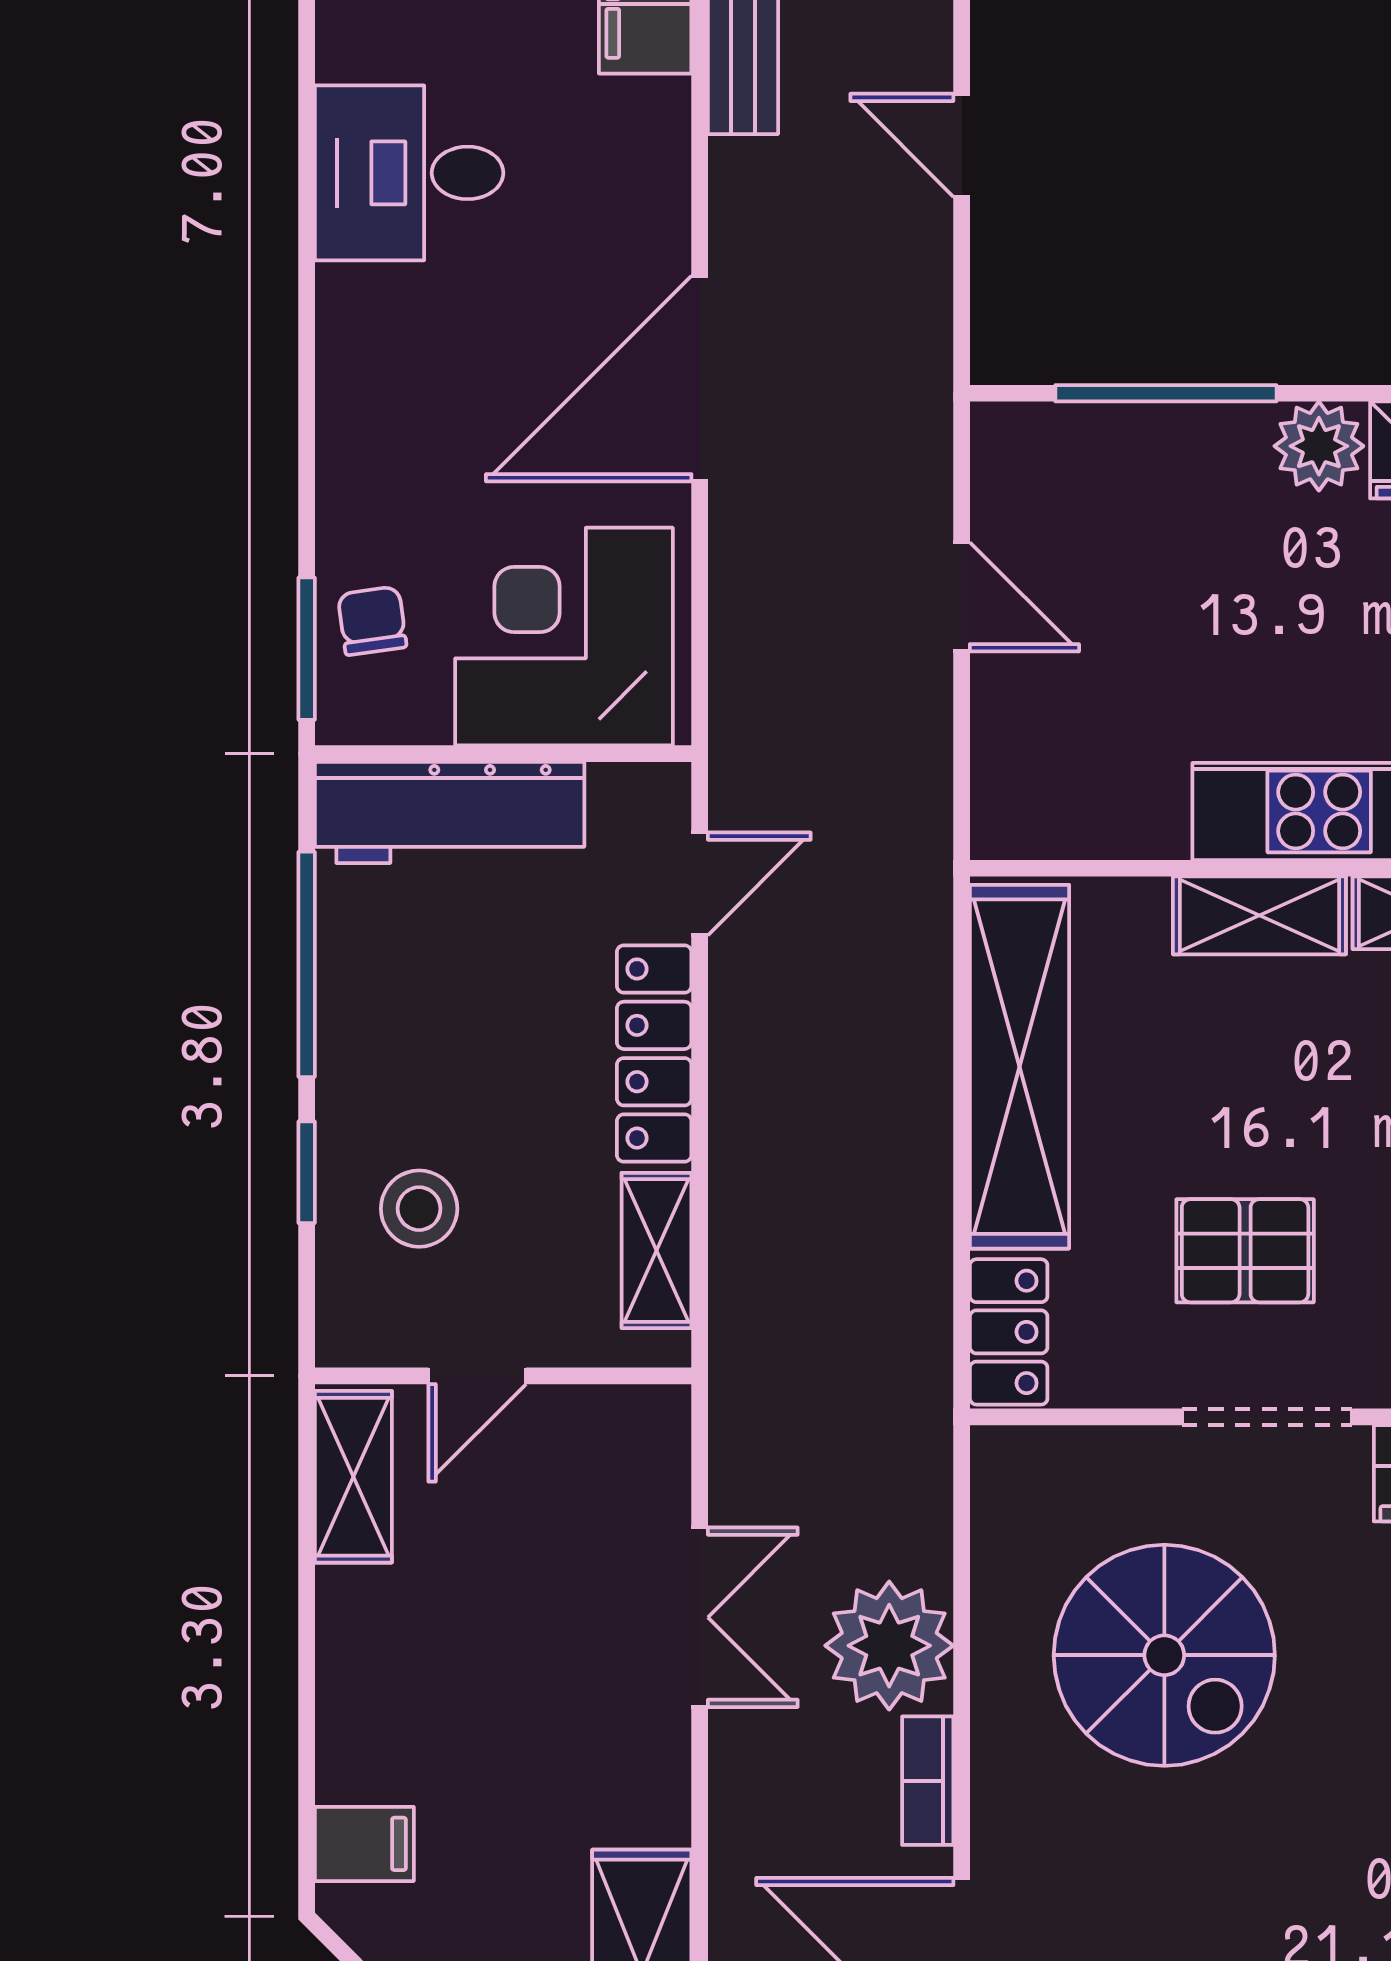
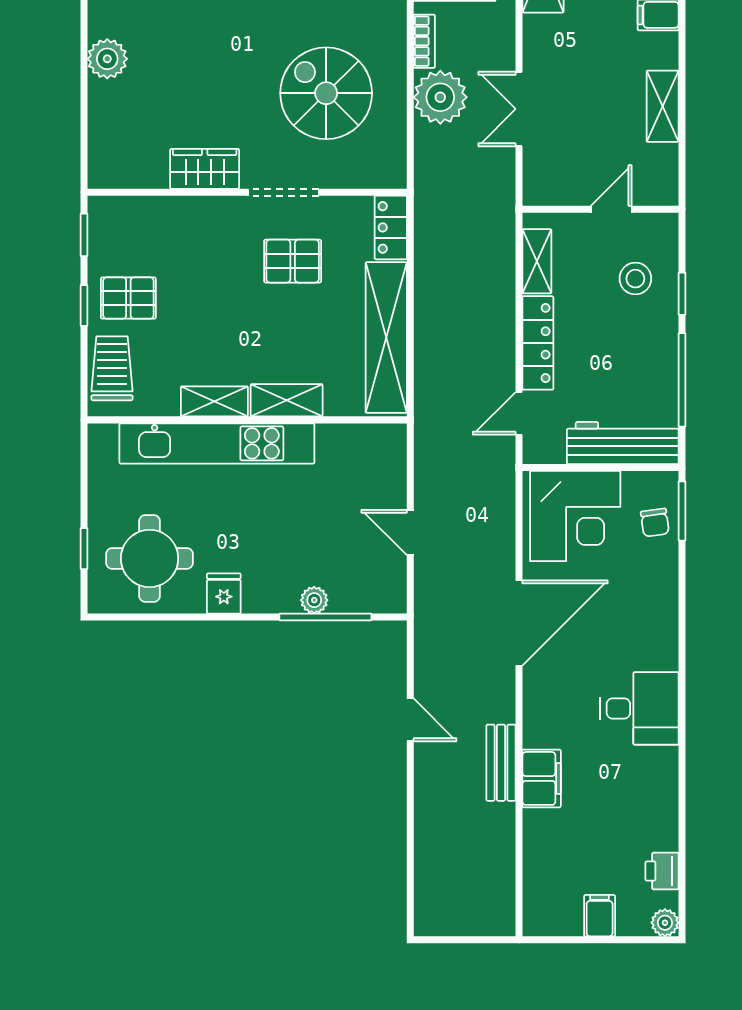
plant: (1319, 446) -> (314, 600), moved, width x0.73, depth x0.73
shelving: (353, 1477) -> (663, 106), moved

